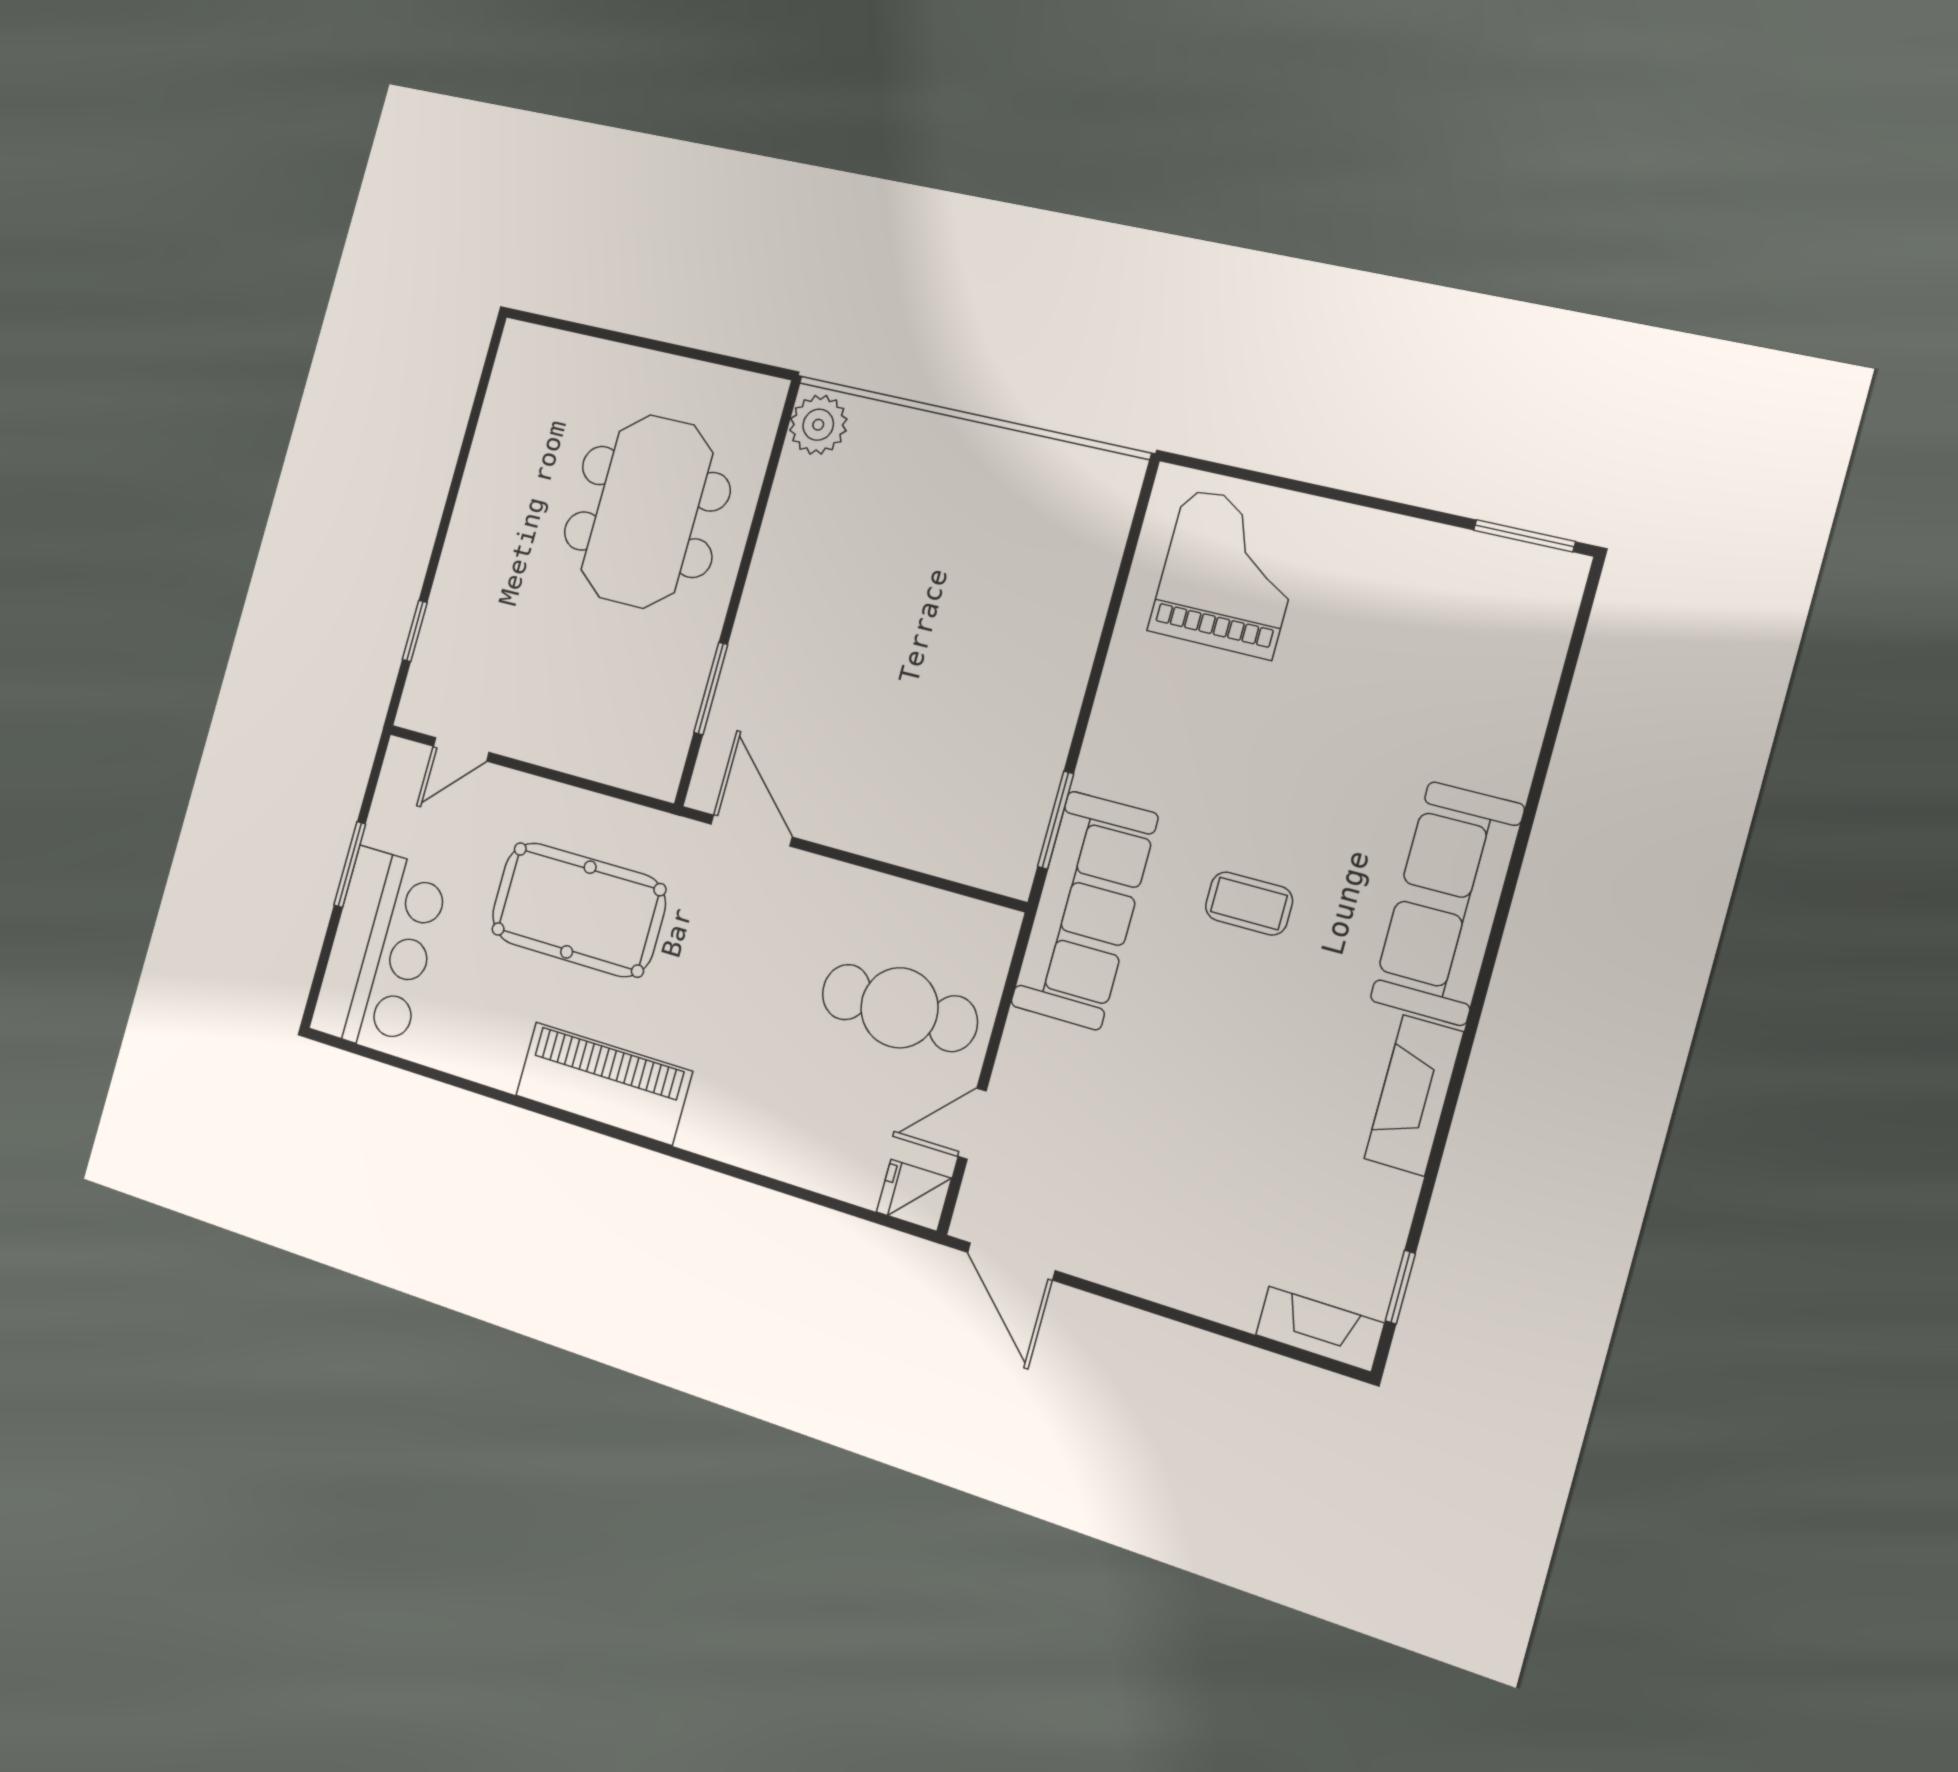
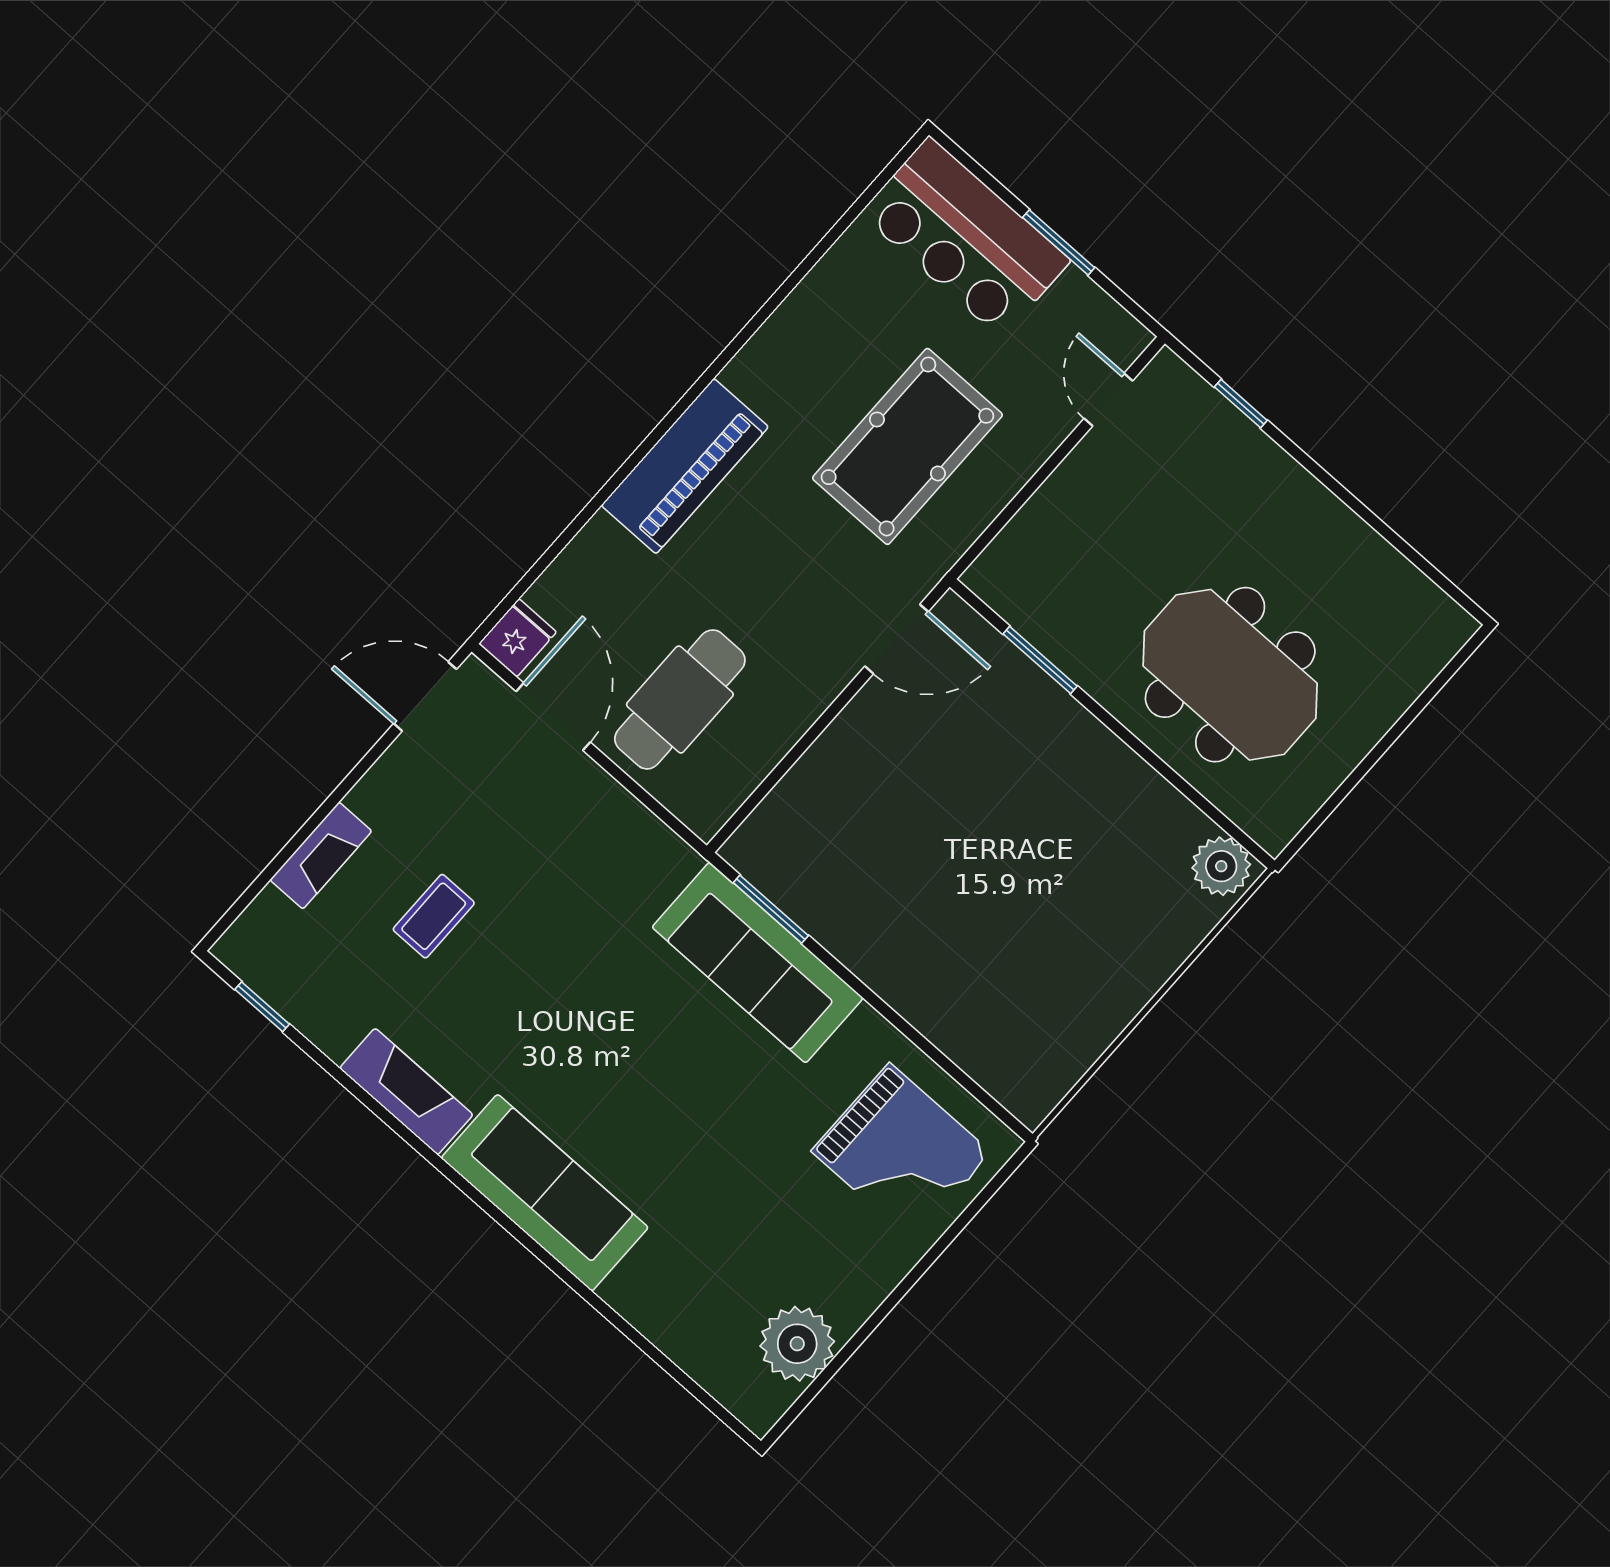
window: (1524, 536) -> (806, 1398), removed
plant: (1473, 573) -> (797, 1344), added
coffee table: (1249, 904) -> (434, 916), moved
sofa: (1084, 910) -> (758, 963), moved
piano: (604, 1083) -> (685, 466), moved
door: (972, 1124) -> (553, 717), width x1.38
fireplace: (1320, 1329) -> (321, 855), moved

